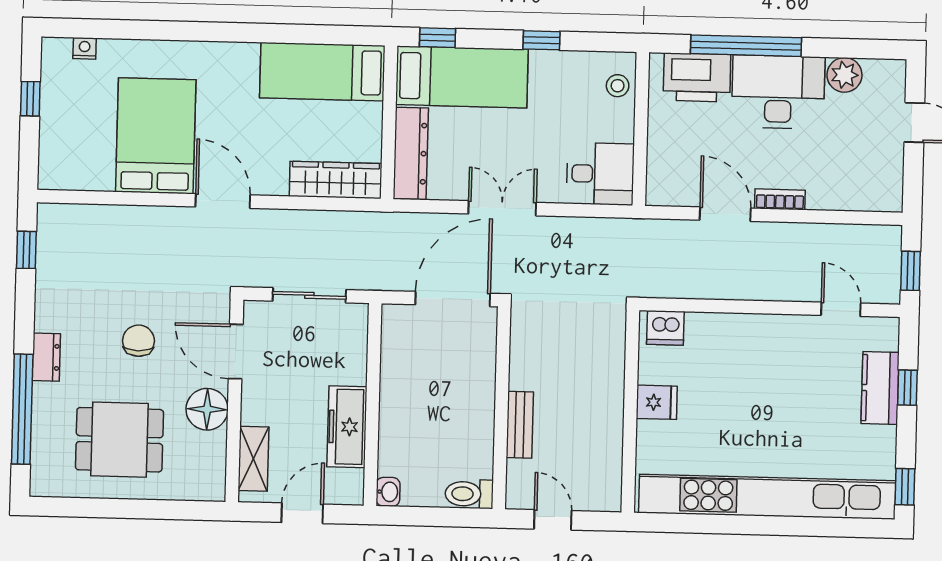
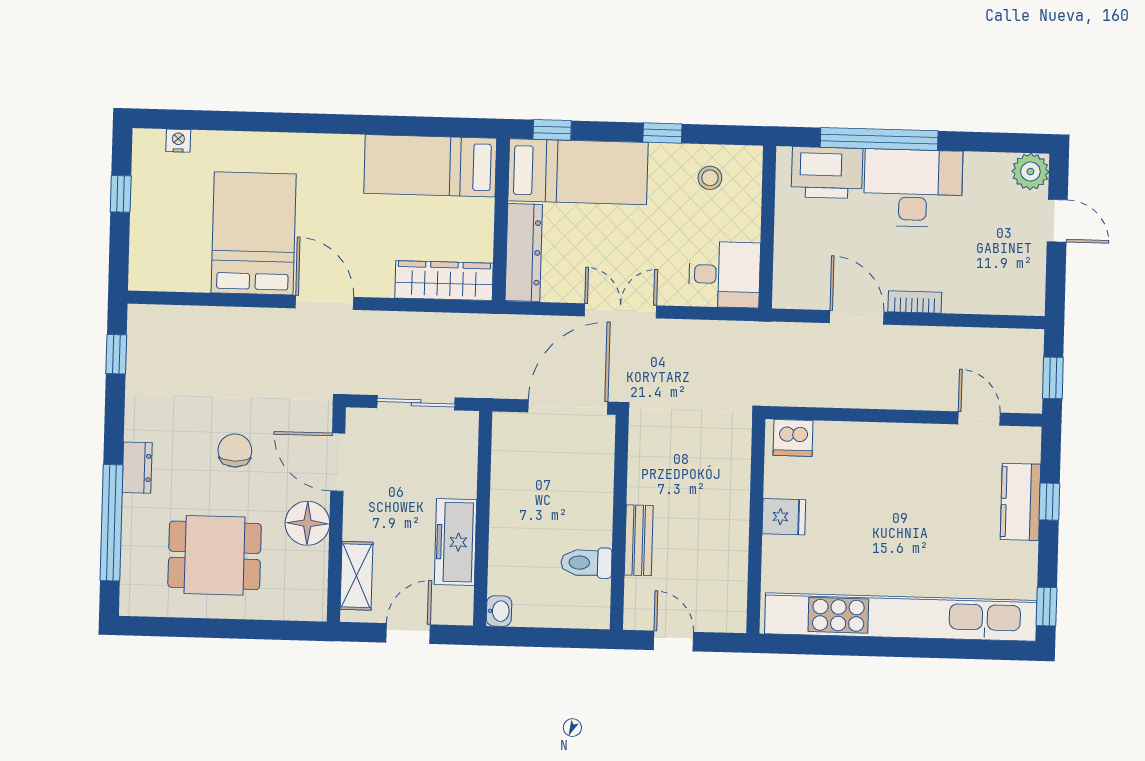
plant: (844, 75) -> (1030, 172), moved
stool: (618, 86) -> (710, 178), moved
toilet: (469, 494) -> (586, 563), moved

